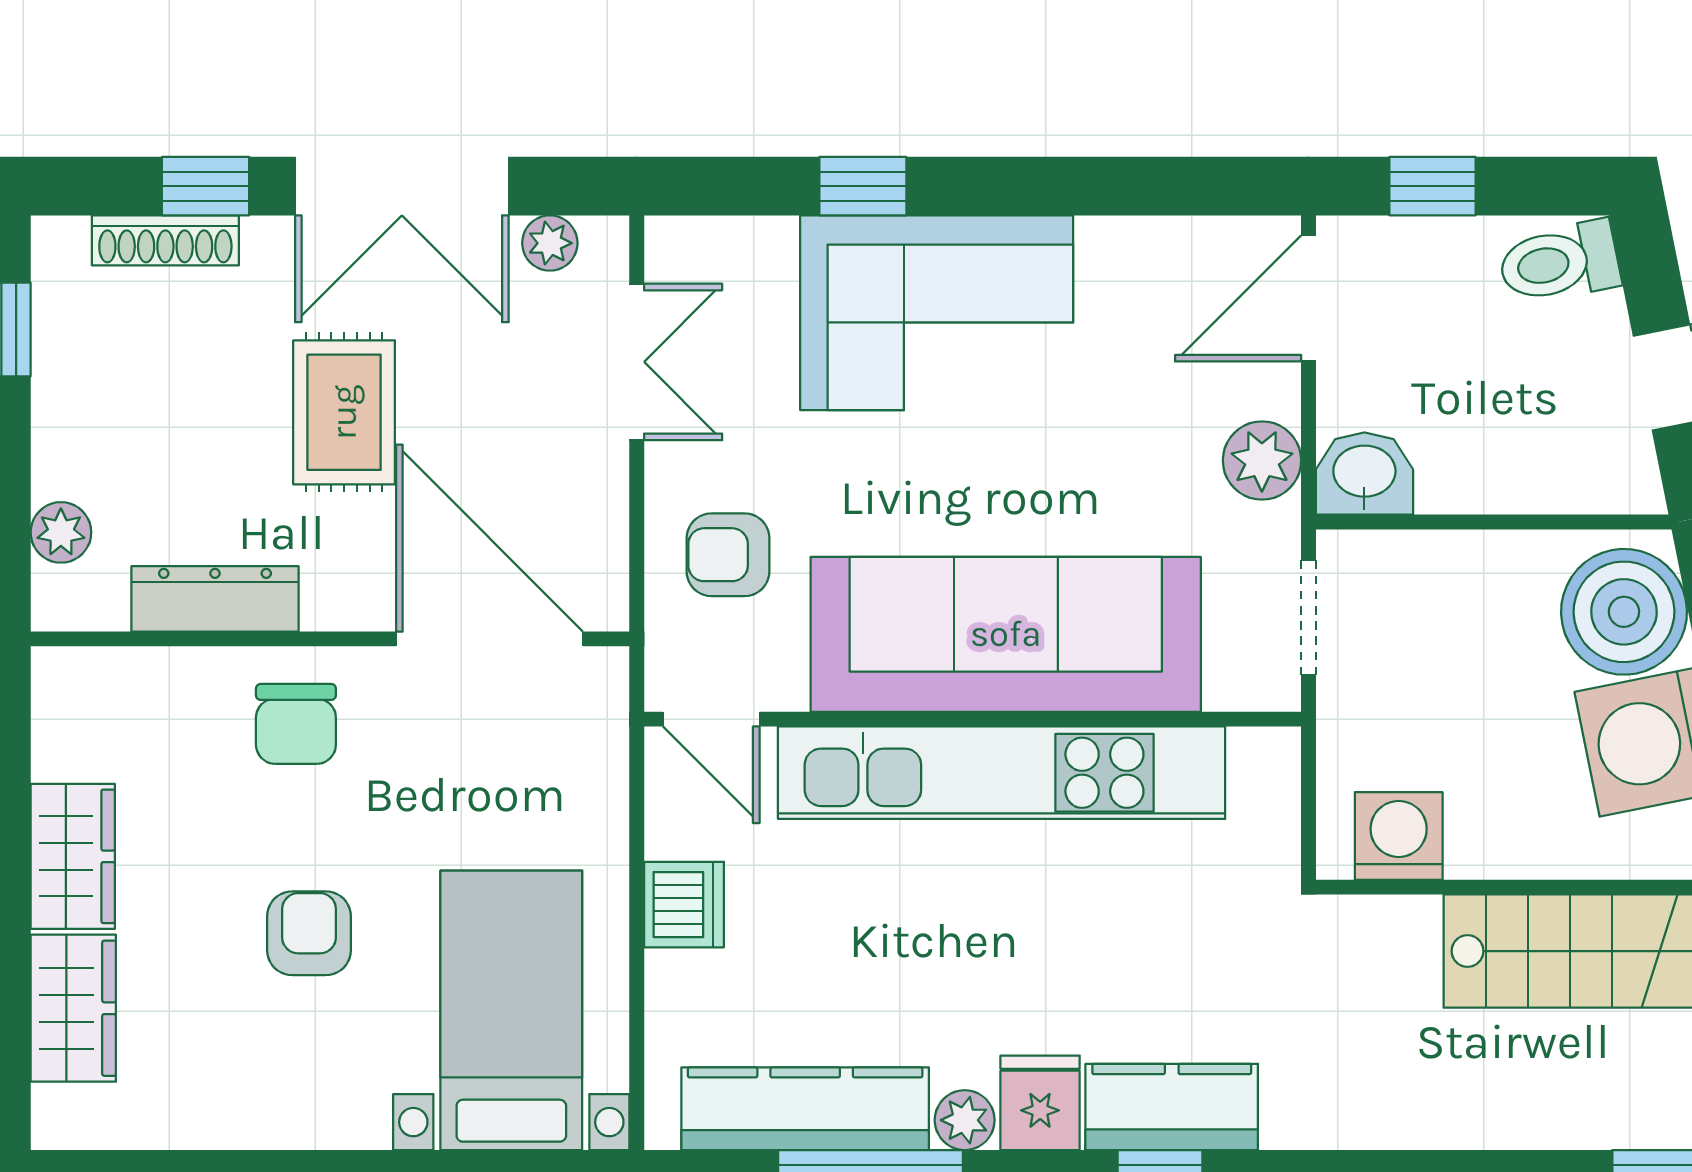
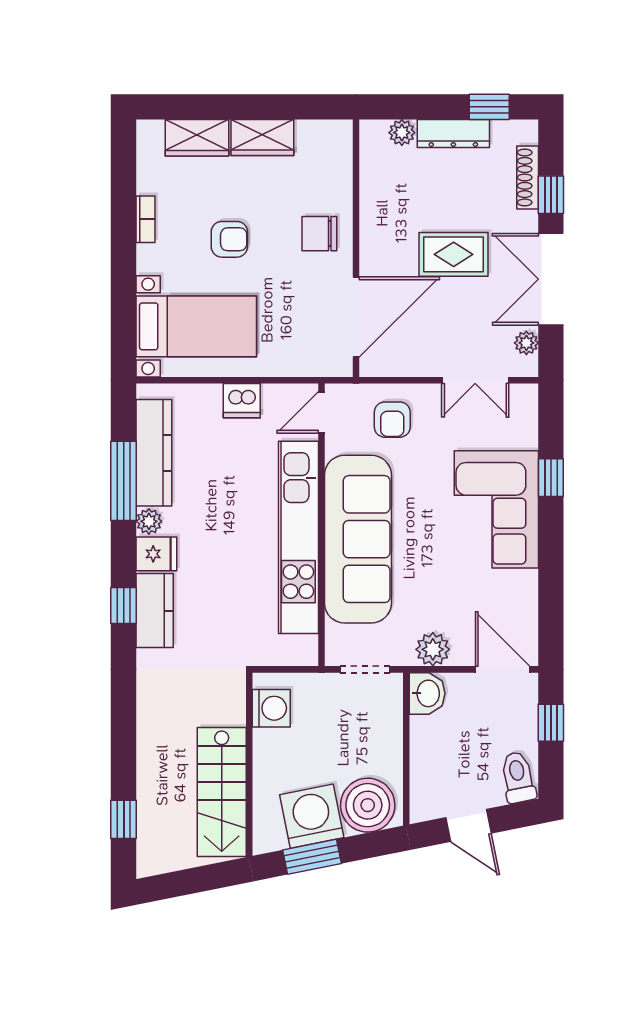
armchair: (728, 555) -> (392, 420), turned 180
dresser: (215, 599) -> (453, 134), moved, turned 90
bookcase: (262, 1128) -> (145, 219), added

